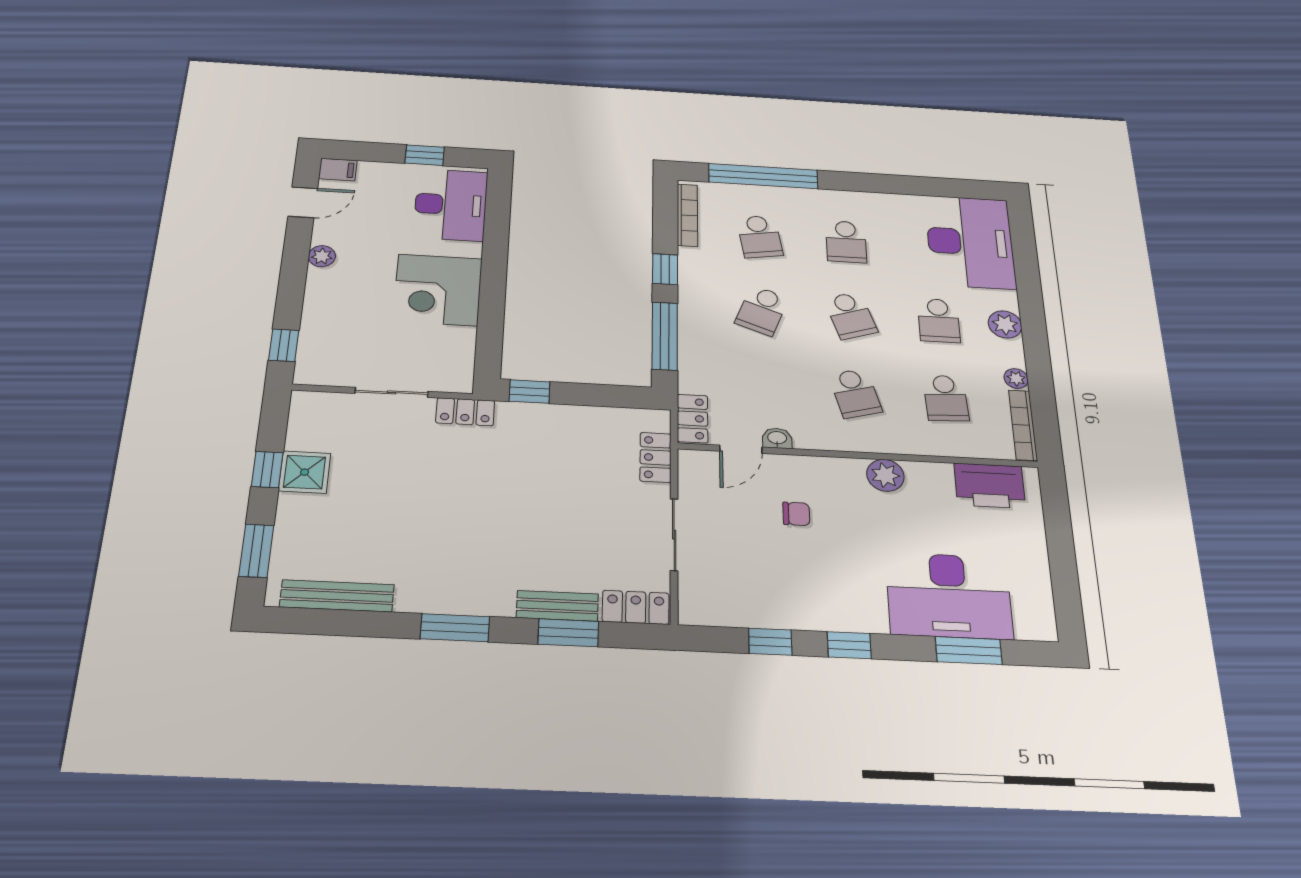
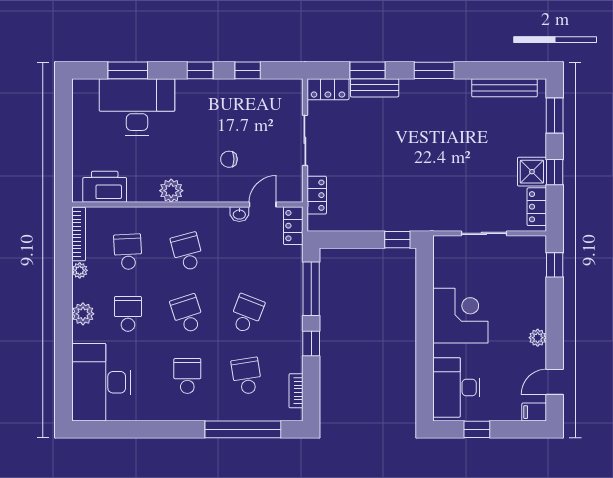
bookcase: (687, 215) -> (296, 391), width x0.64
locker: (465, 412) -> (537, 207), moved, turned -90

